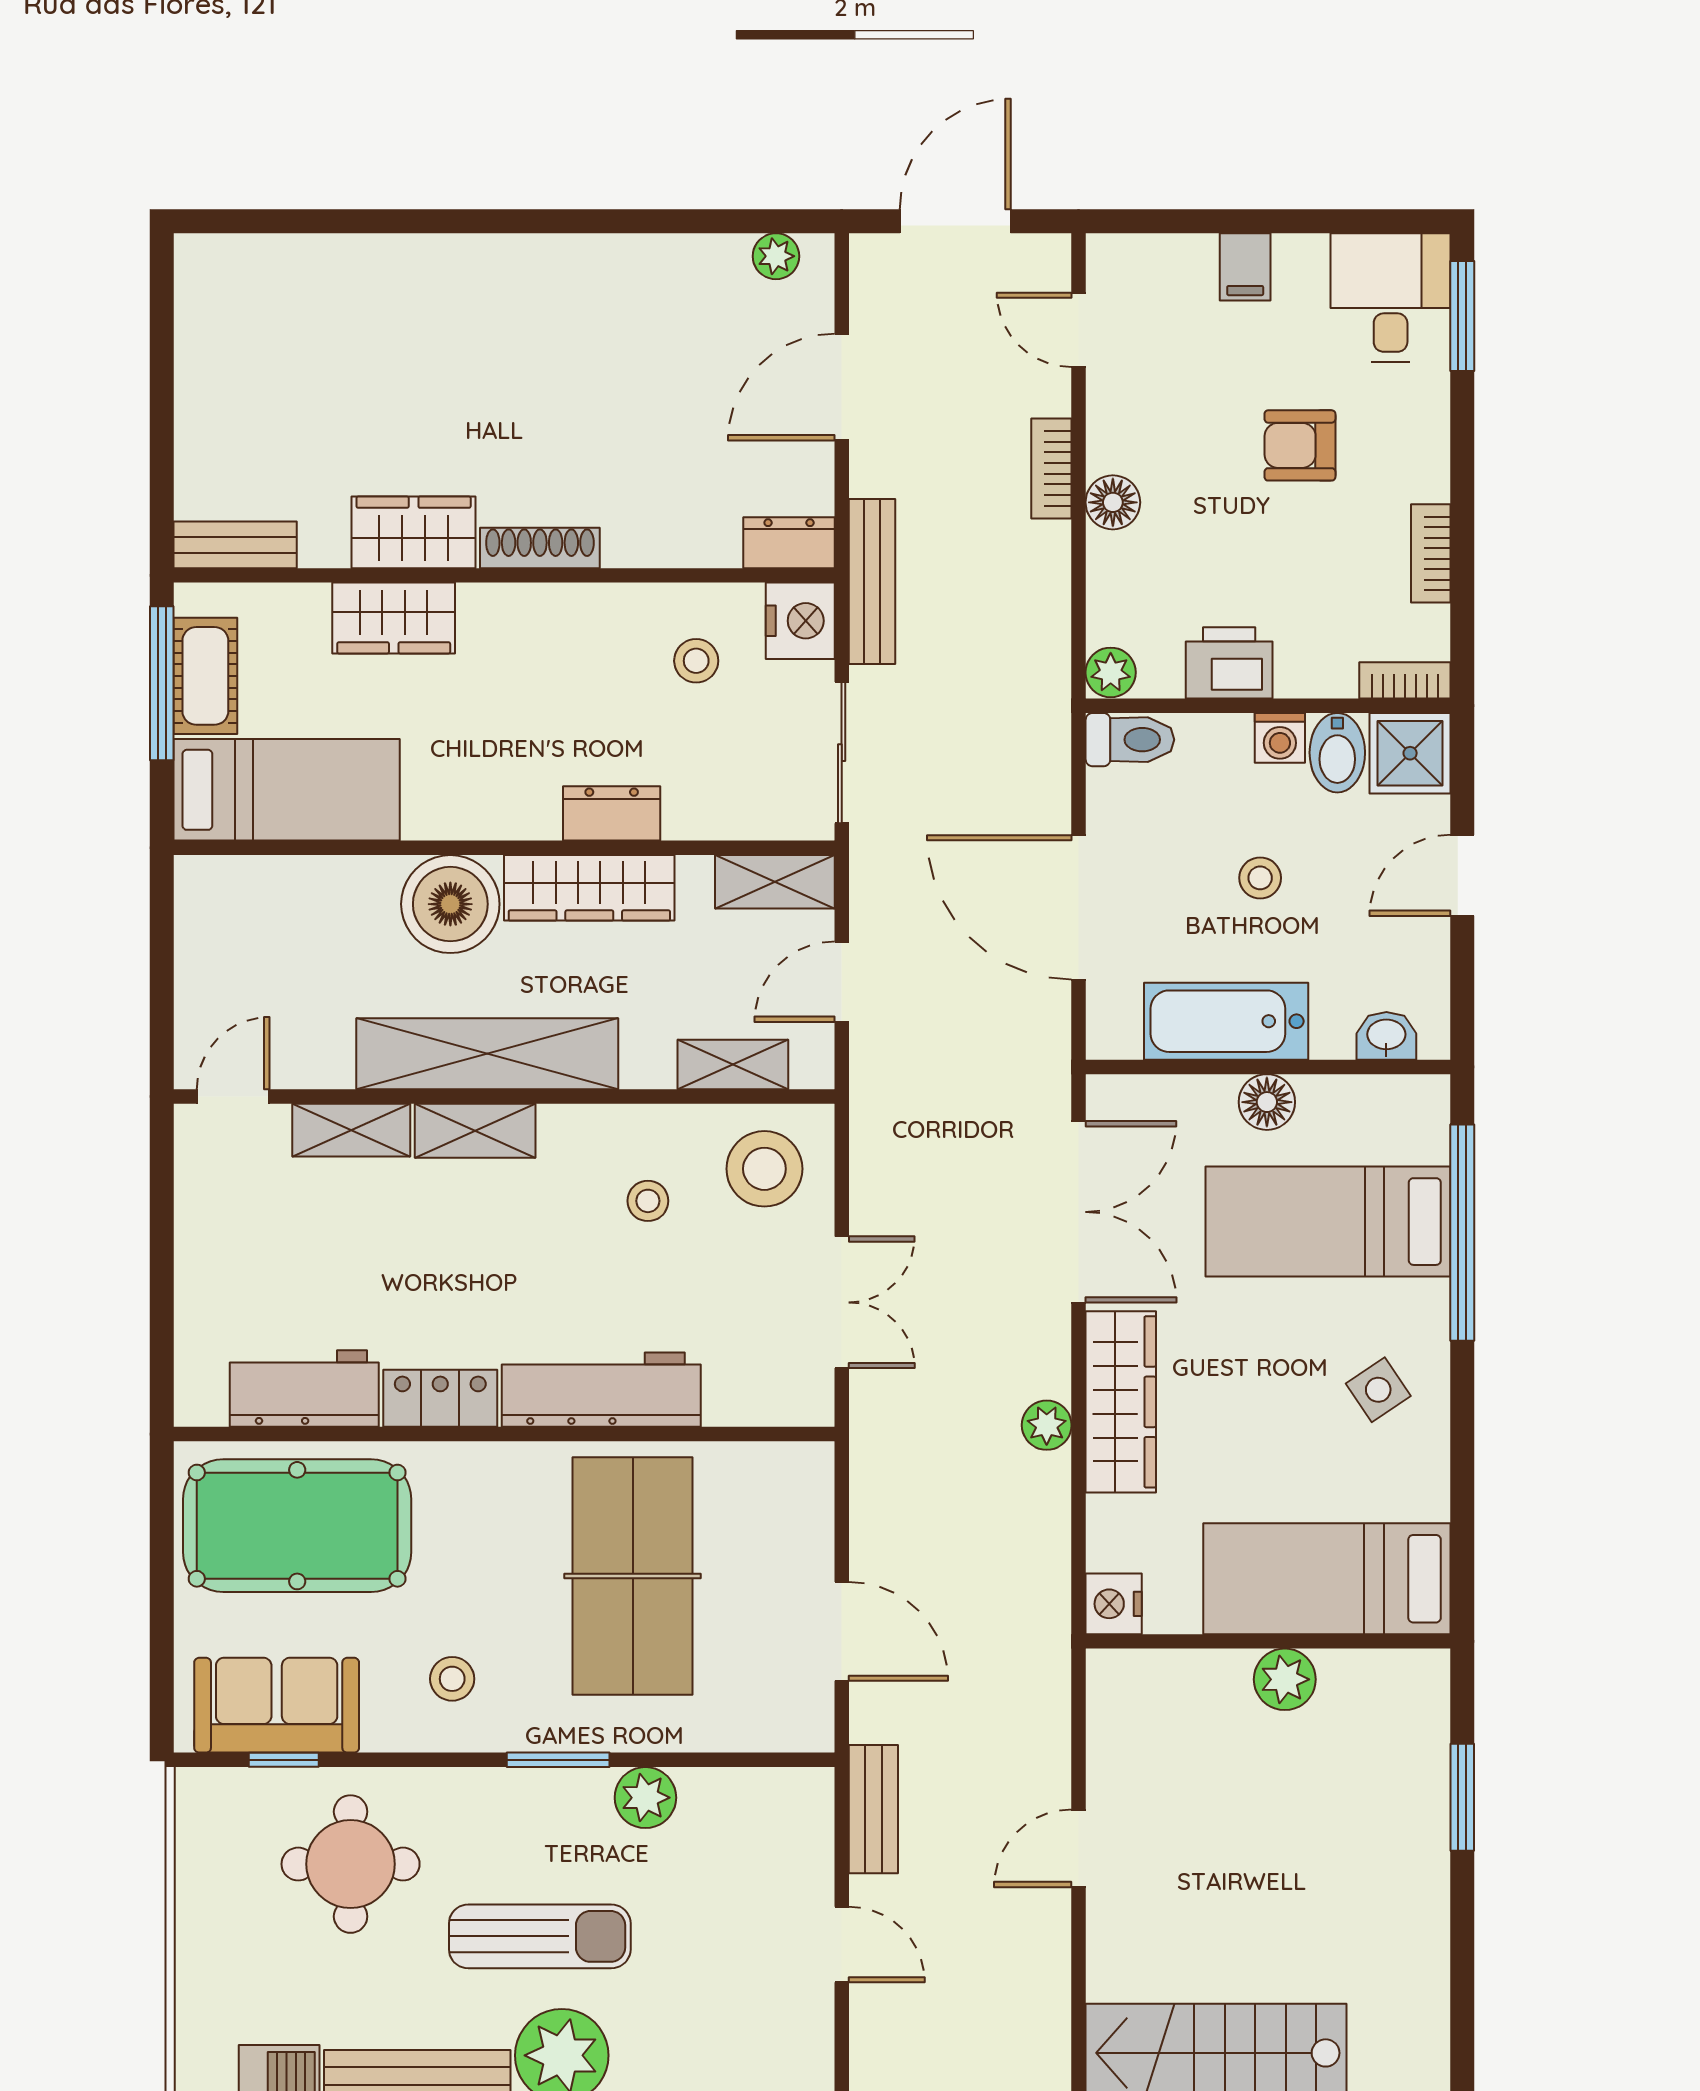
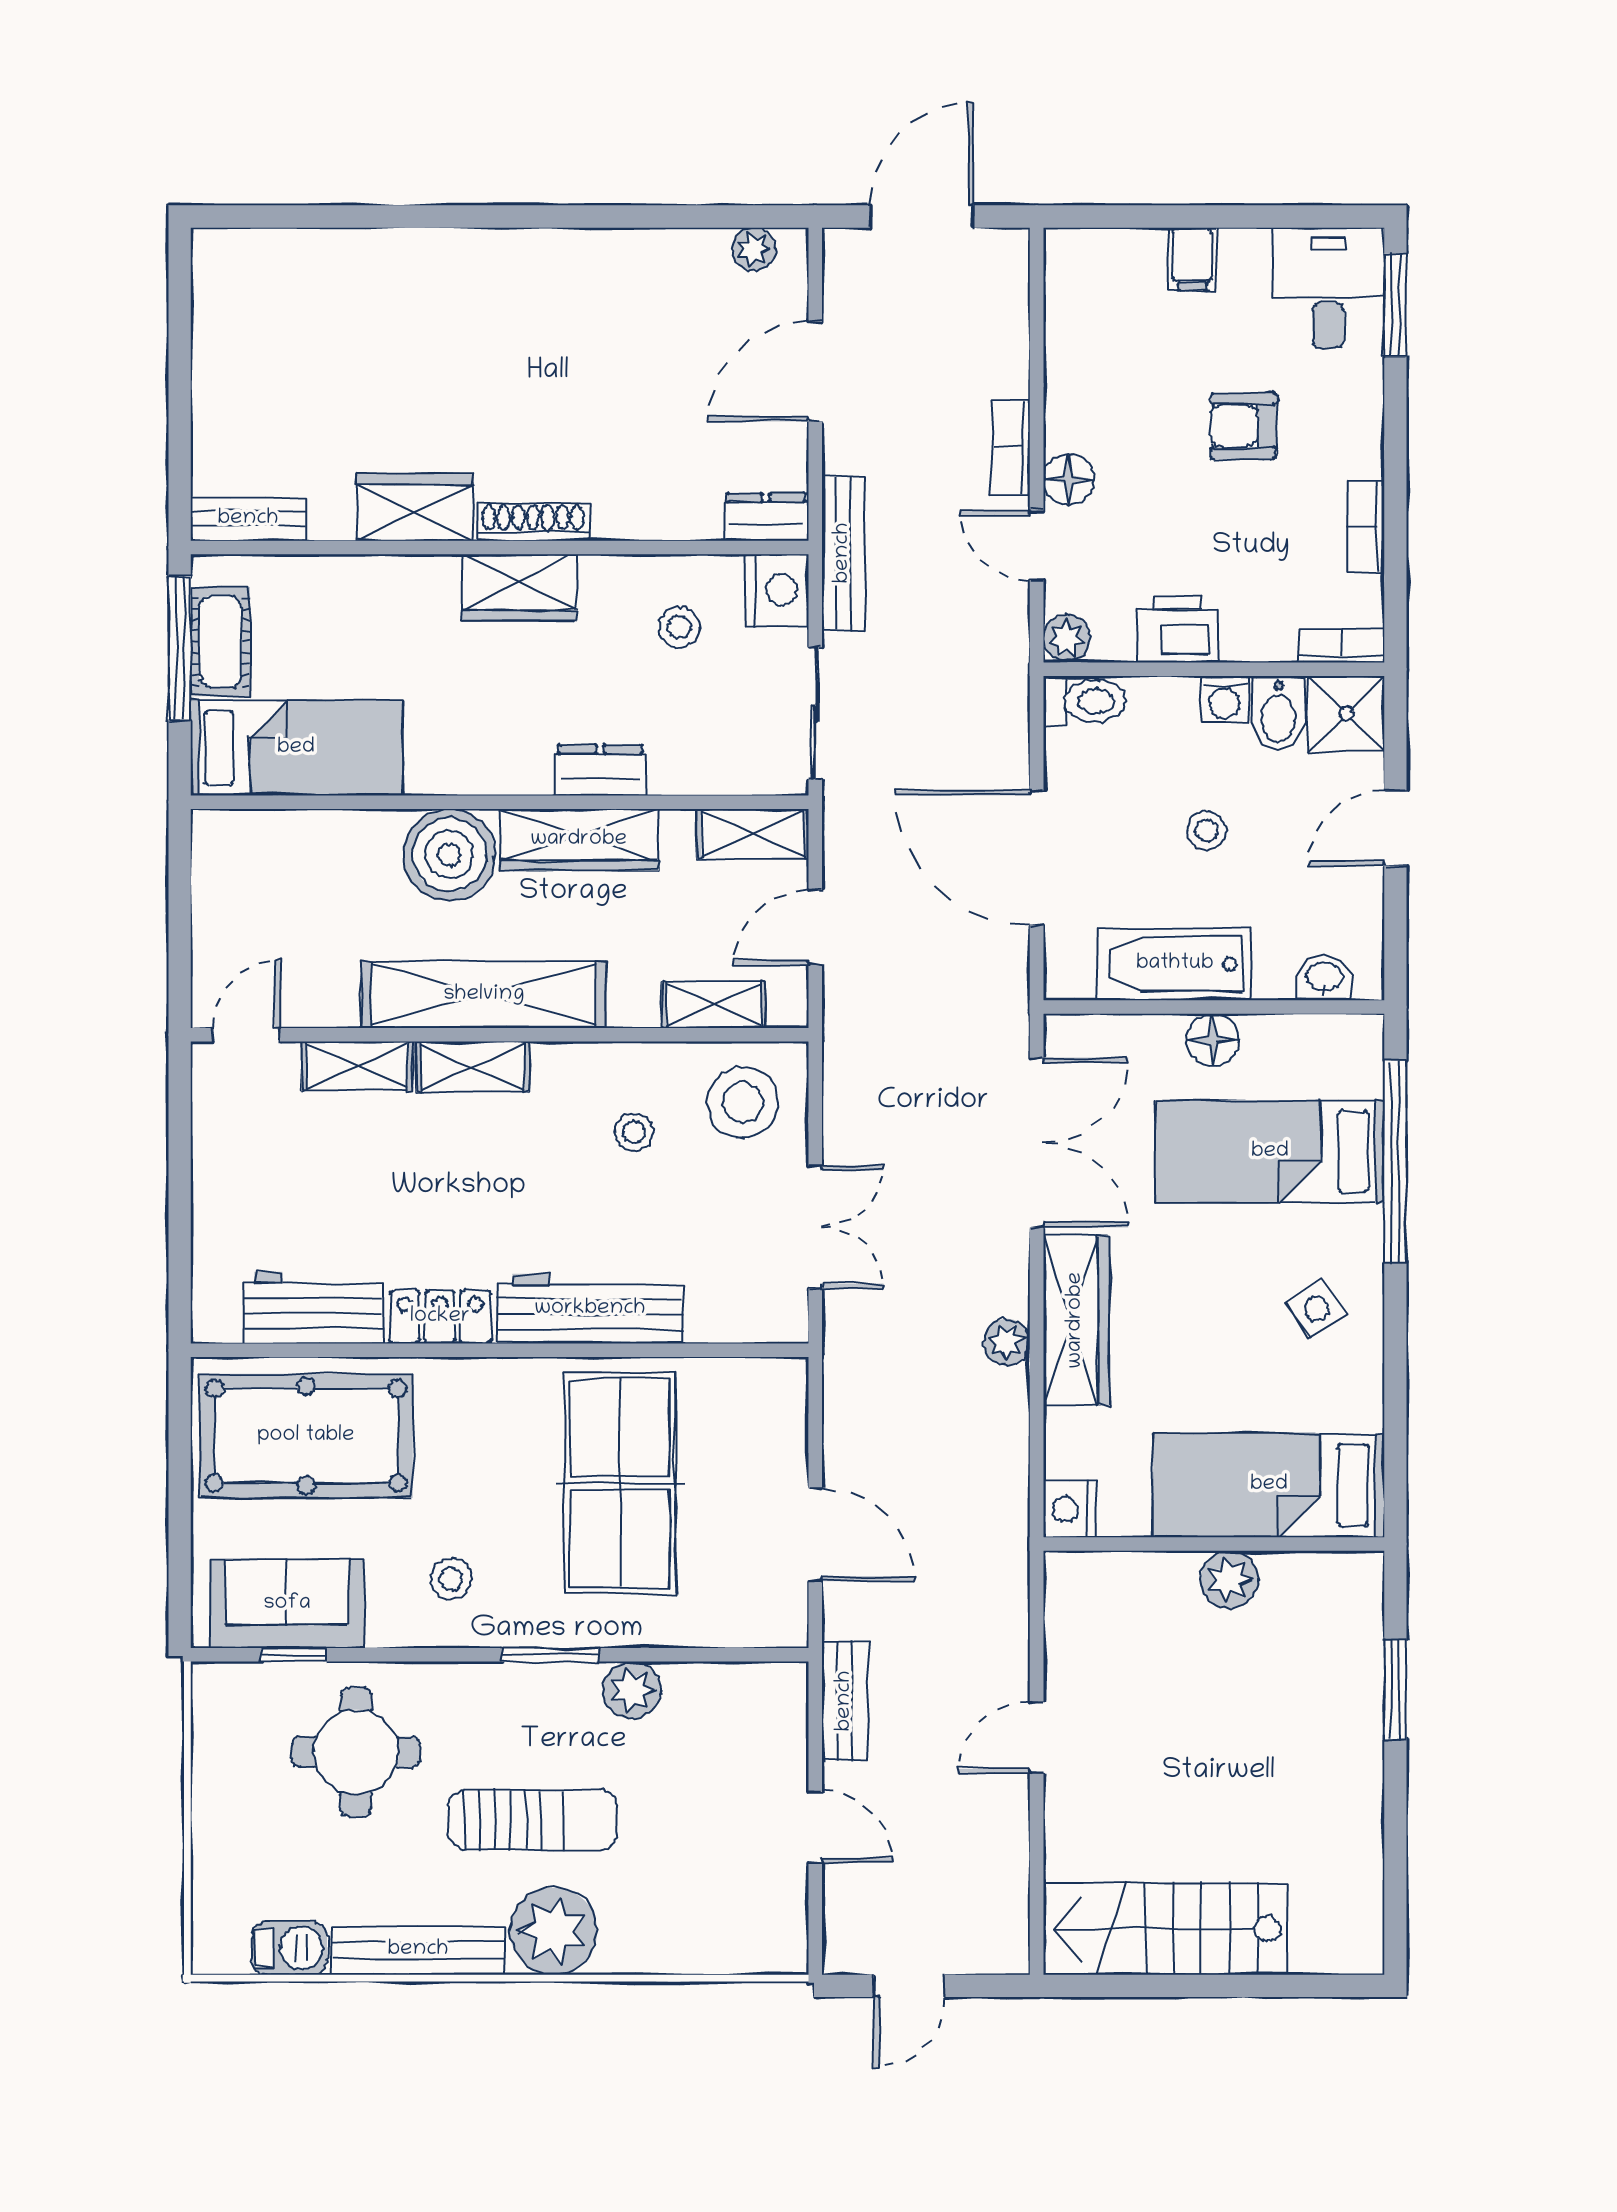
door: (1079, 330) -> (1037, 545), moved
wardrobe: (394, 618) -> (519, 587), moved

